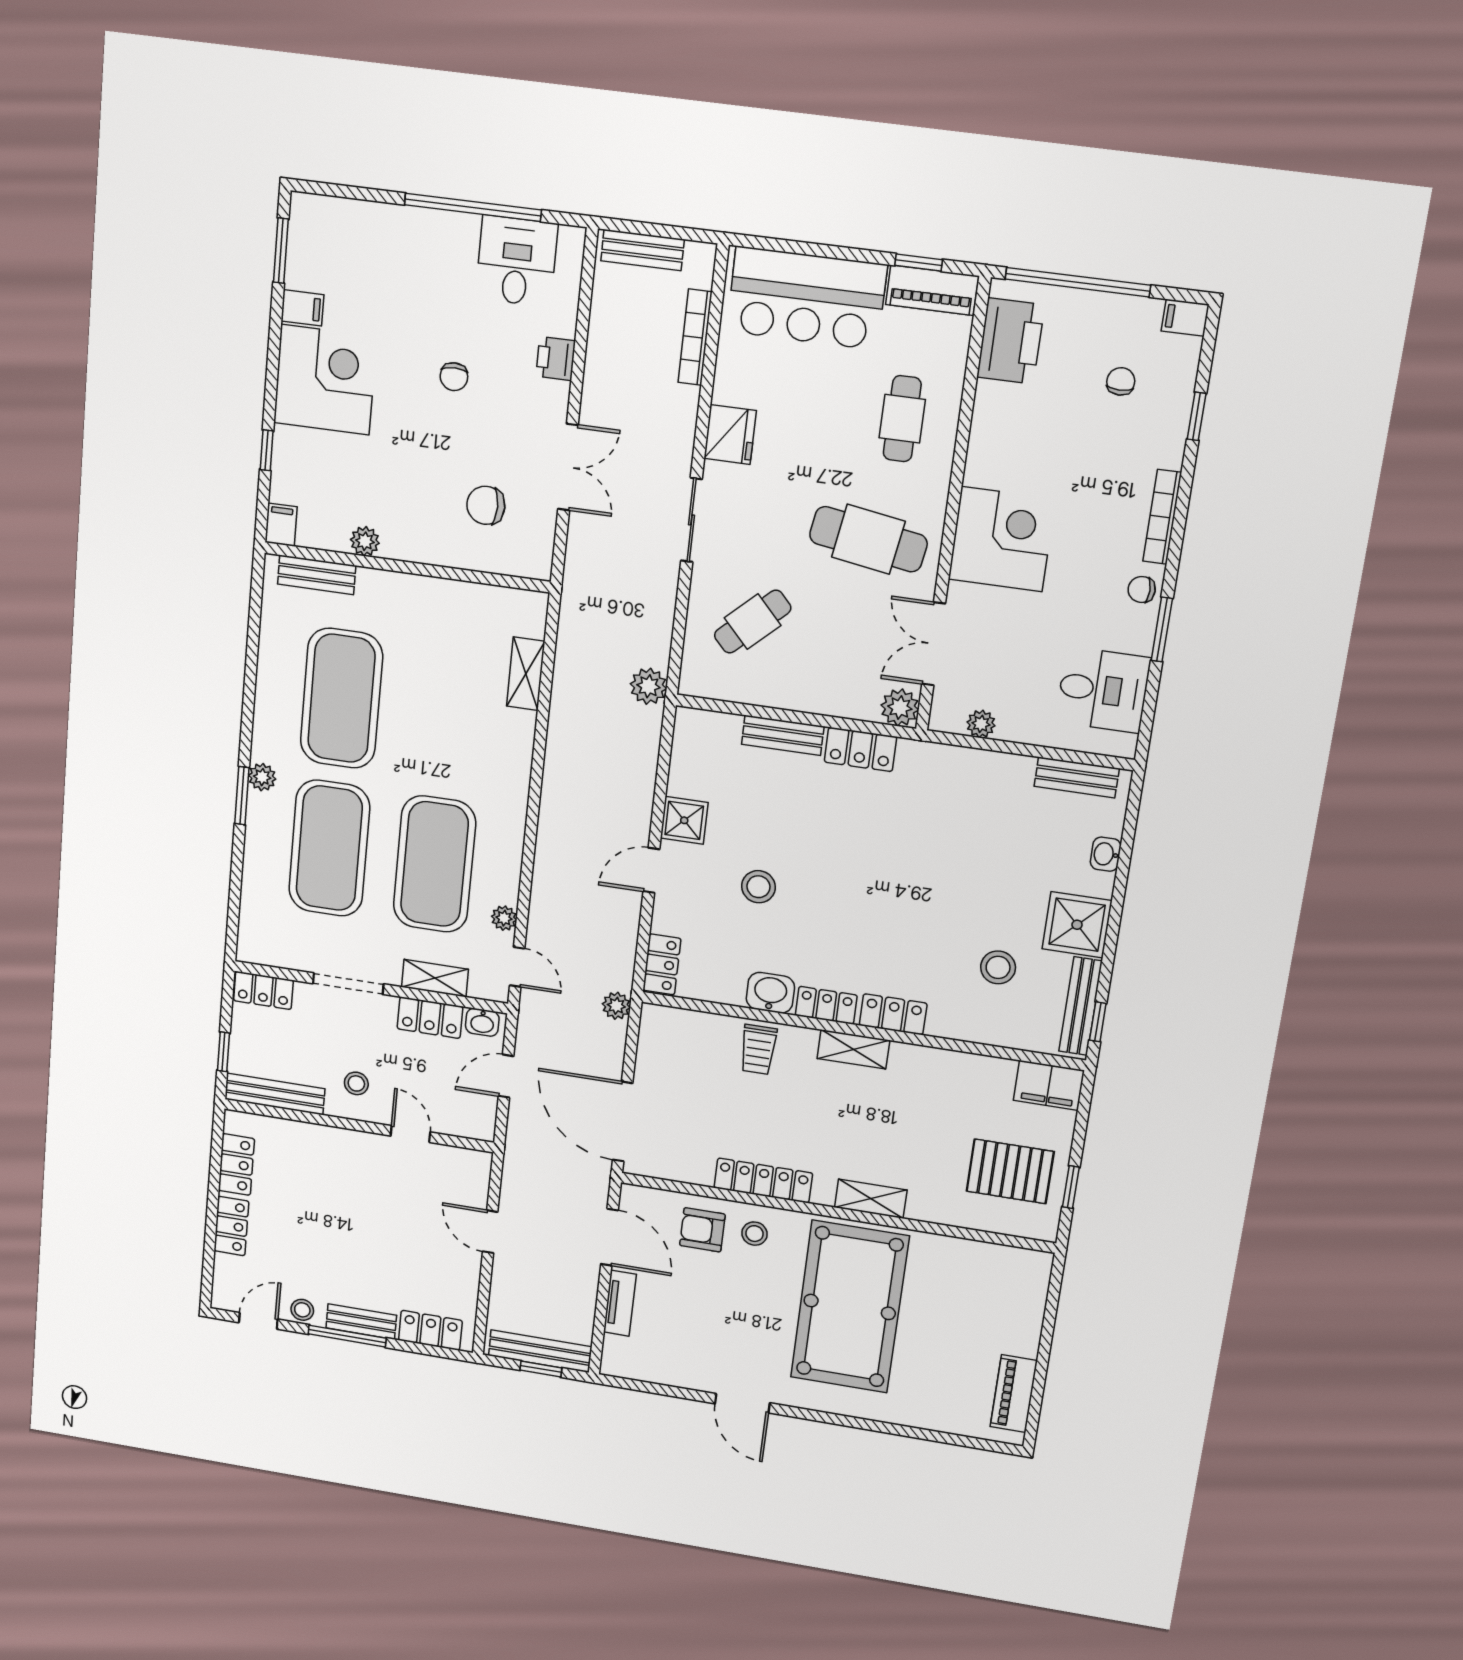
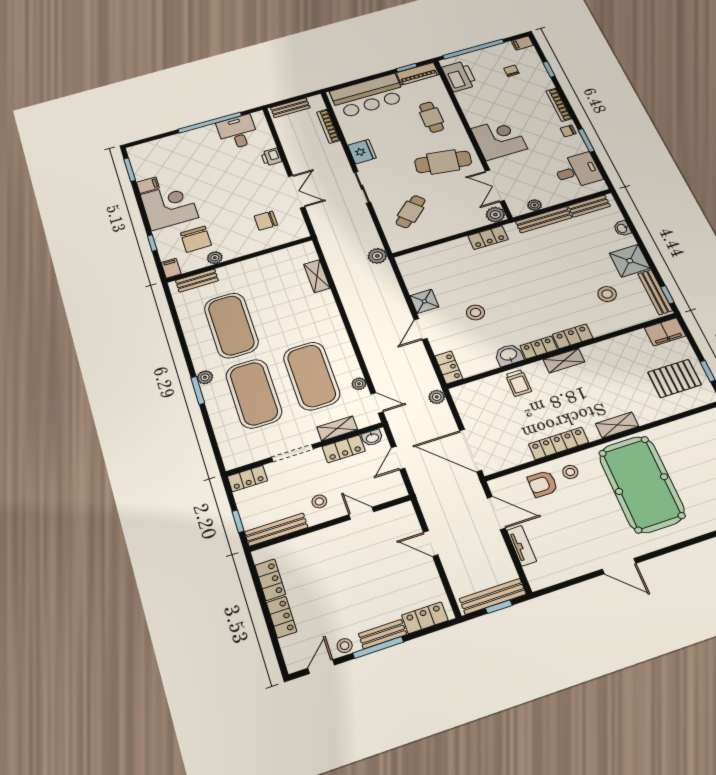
chair: (454, 377) -> (196, 239), moved, width x1.87, depth x1.87
bench: (783, 735) -> (544, 220), moved, width x1.36

